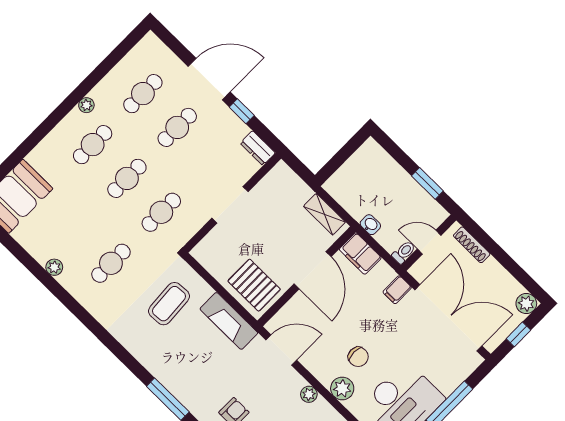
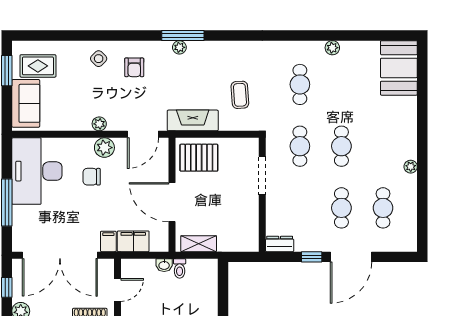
cafe table: (93, 145) -> (383, 146), removed
doorway: (230, 205) -> (262, 176), moved
toilet: (404, 252) -> (180, 268), moved
filing cabinet: (360, 254) -> (133, 241), moved
coffee table: (169, 304) -> (240, 95), width x0.73, depth x0.77
plant: (342, 388) -> (104, 148), moved
plant: (180, 392) -> (179, 47), added

